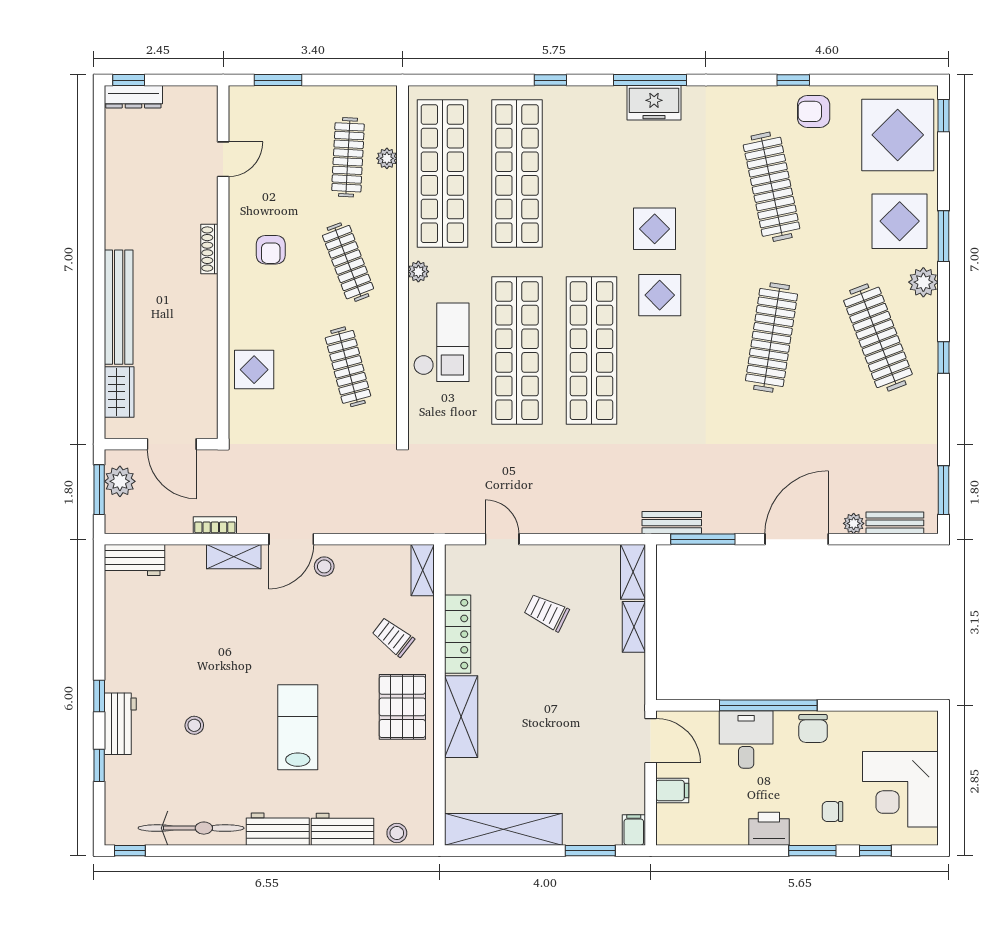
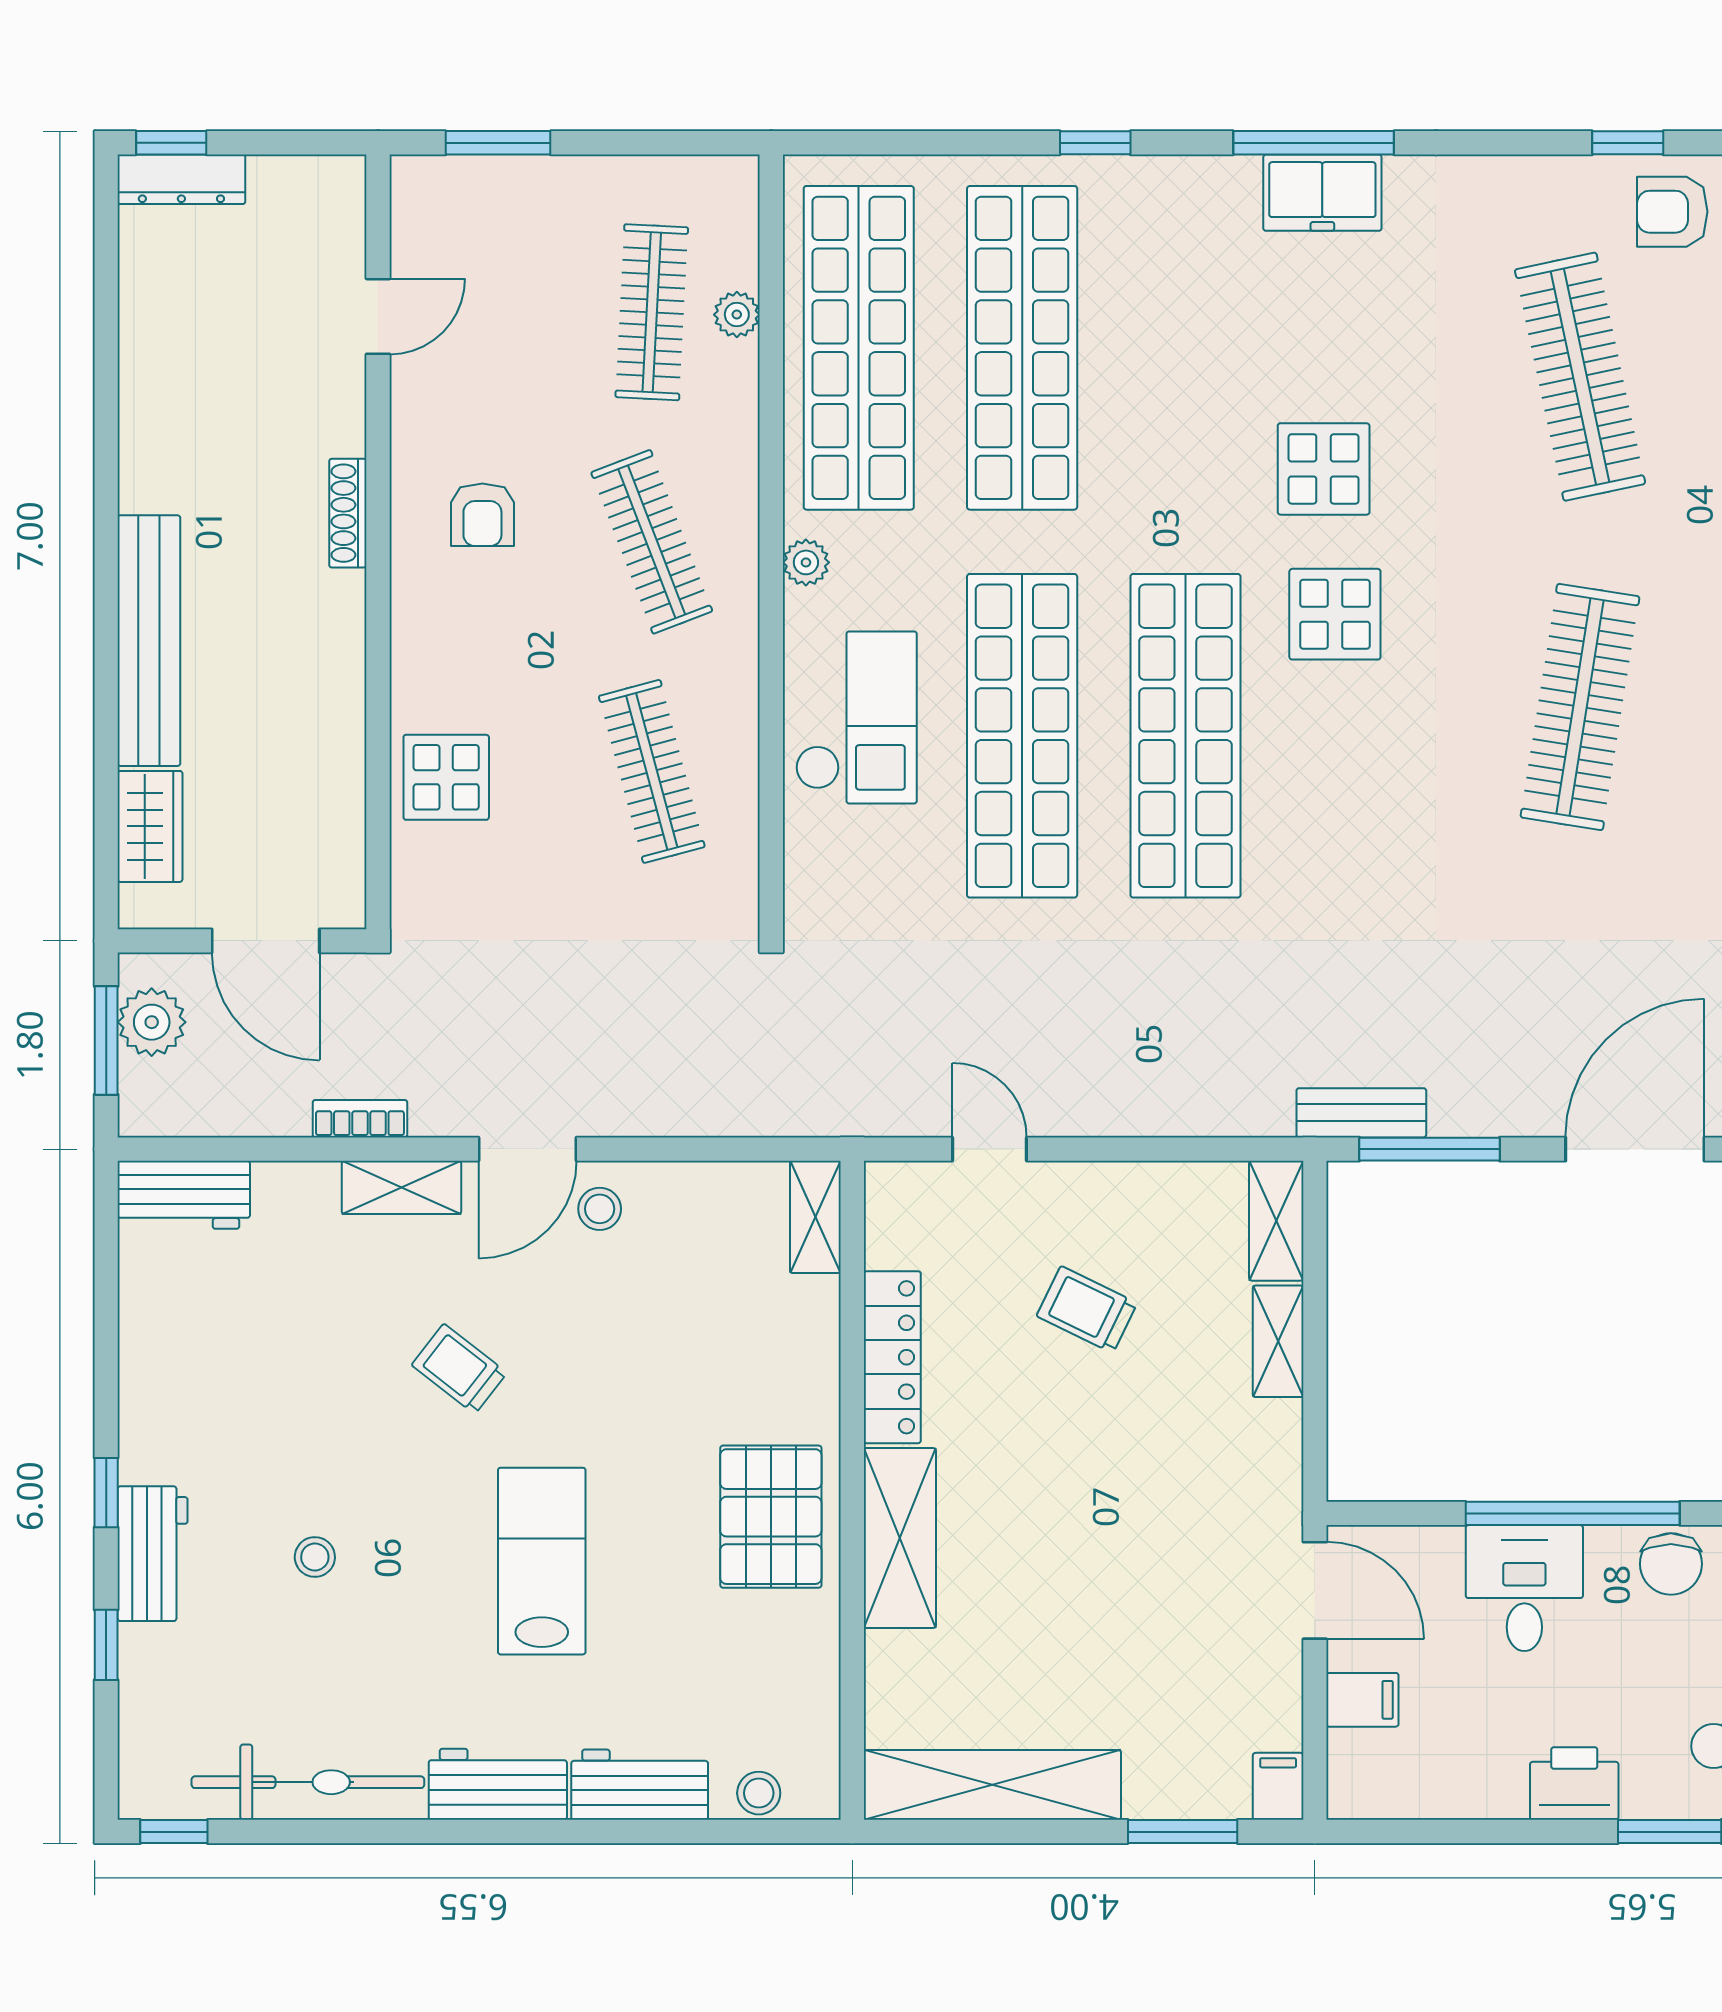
trolley: (393, 637) -> (459, 1369), moved

